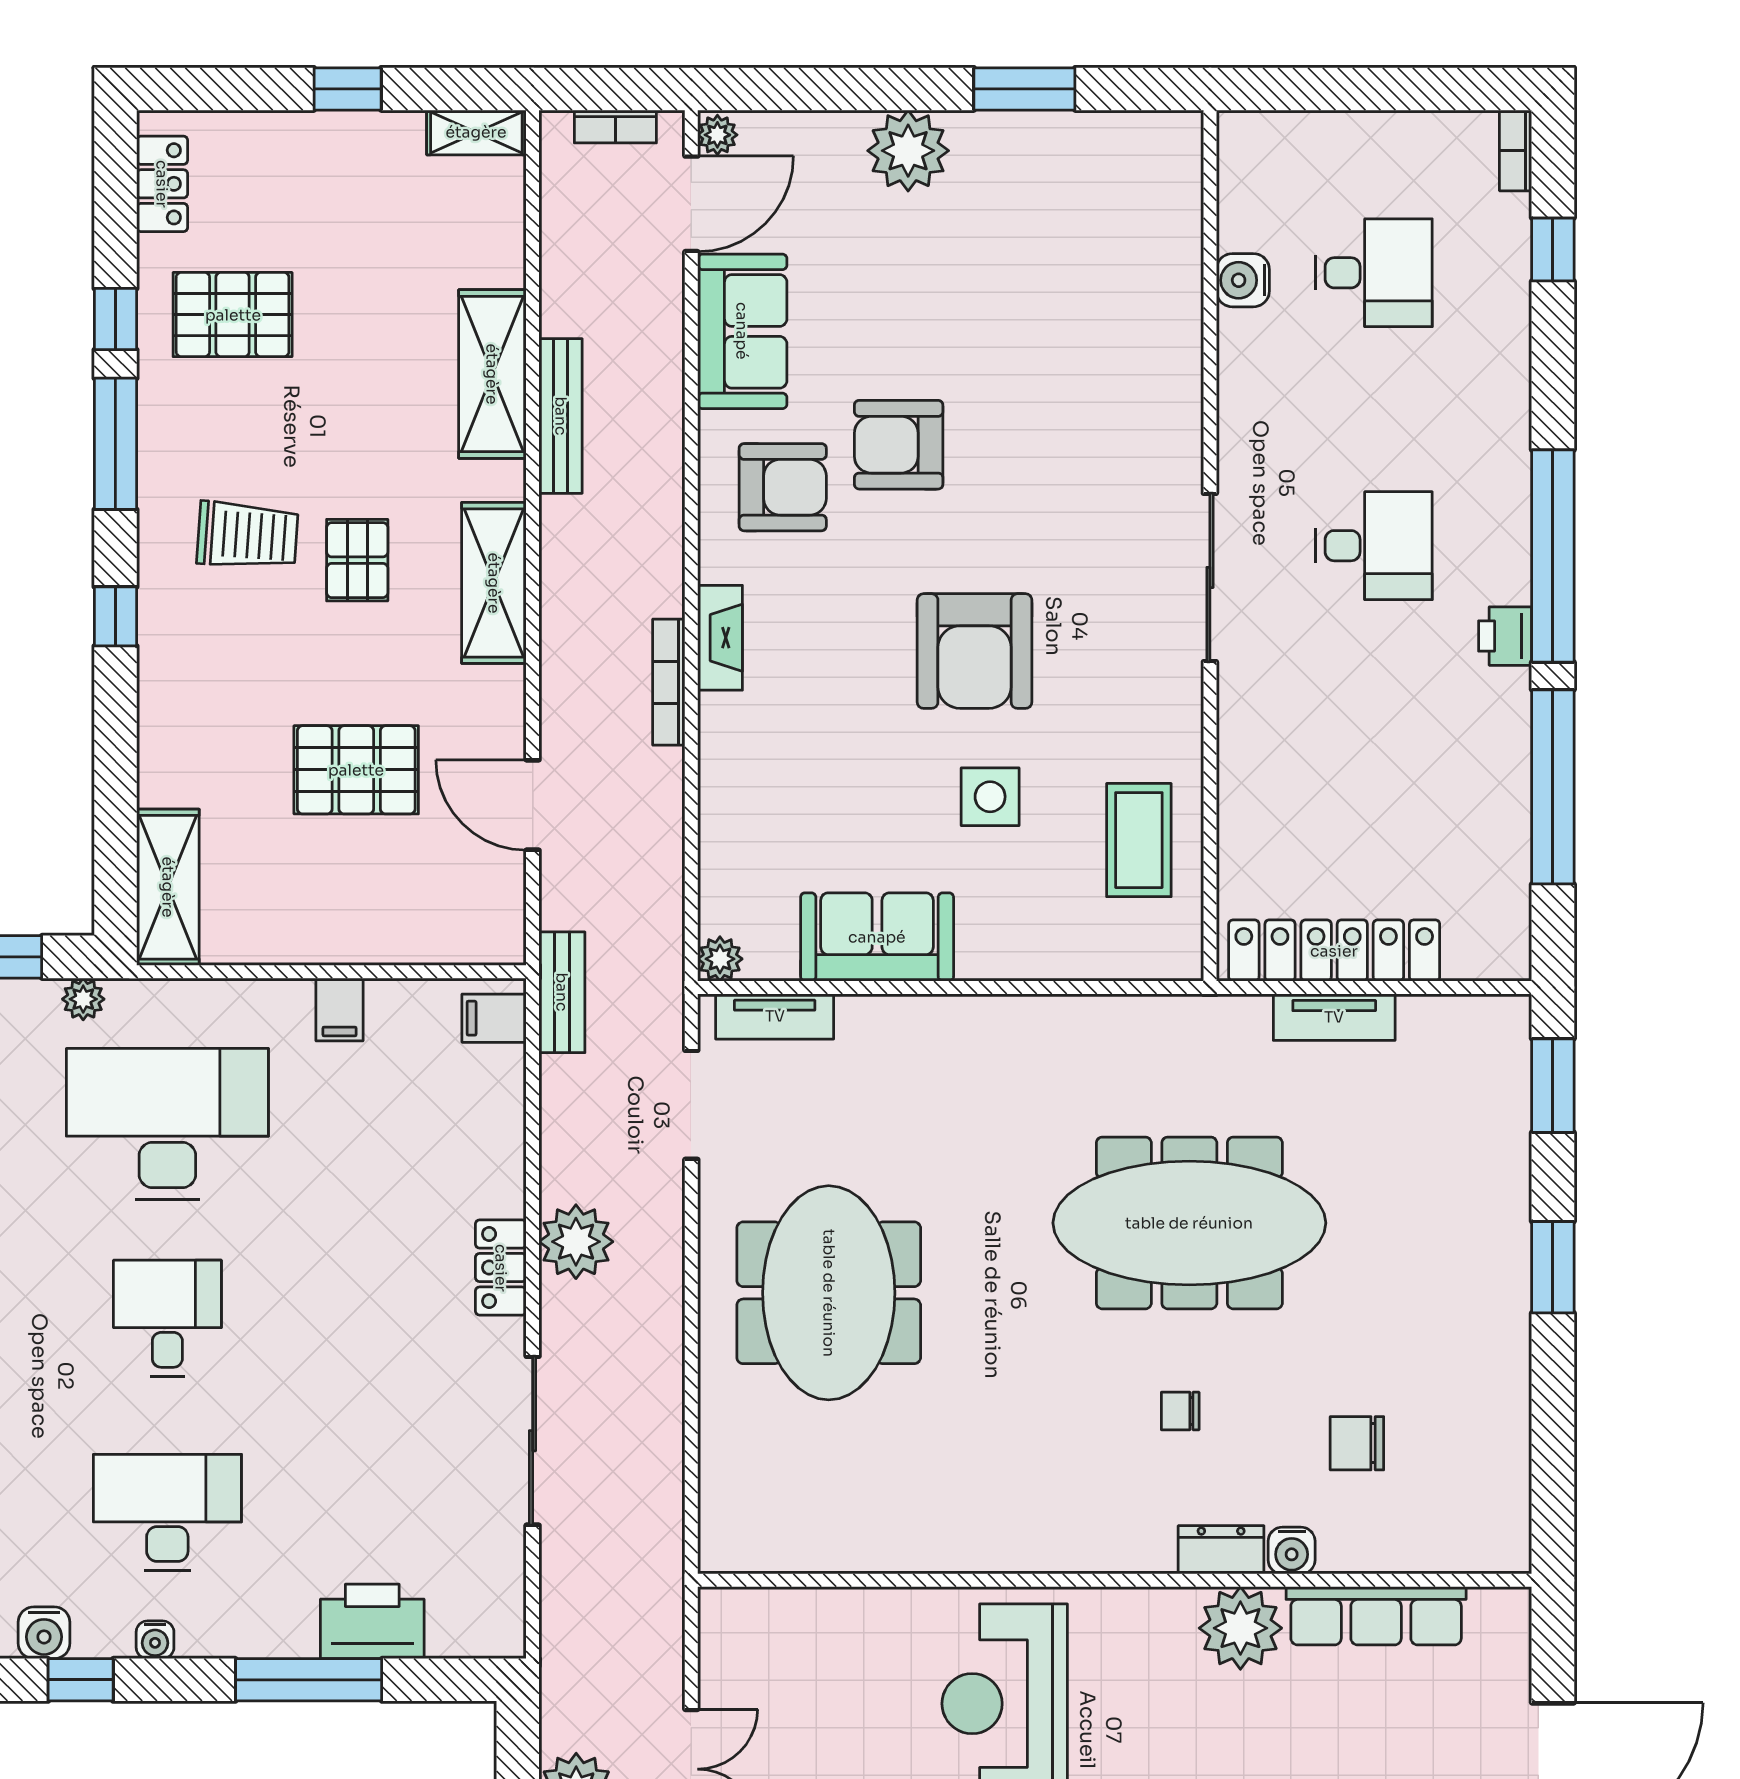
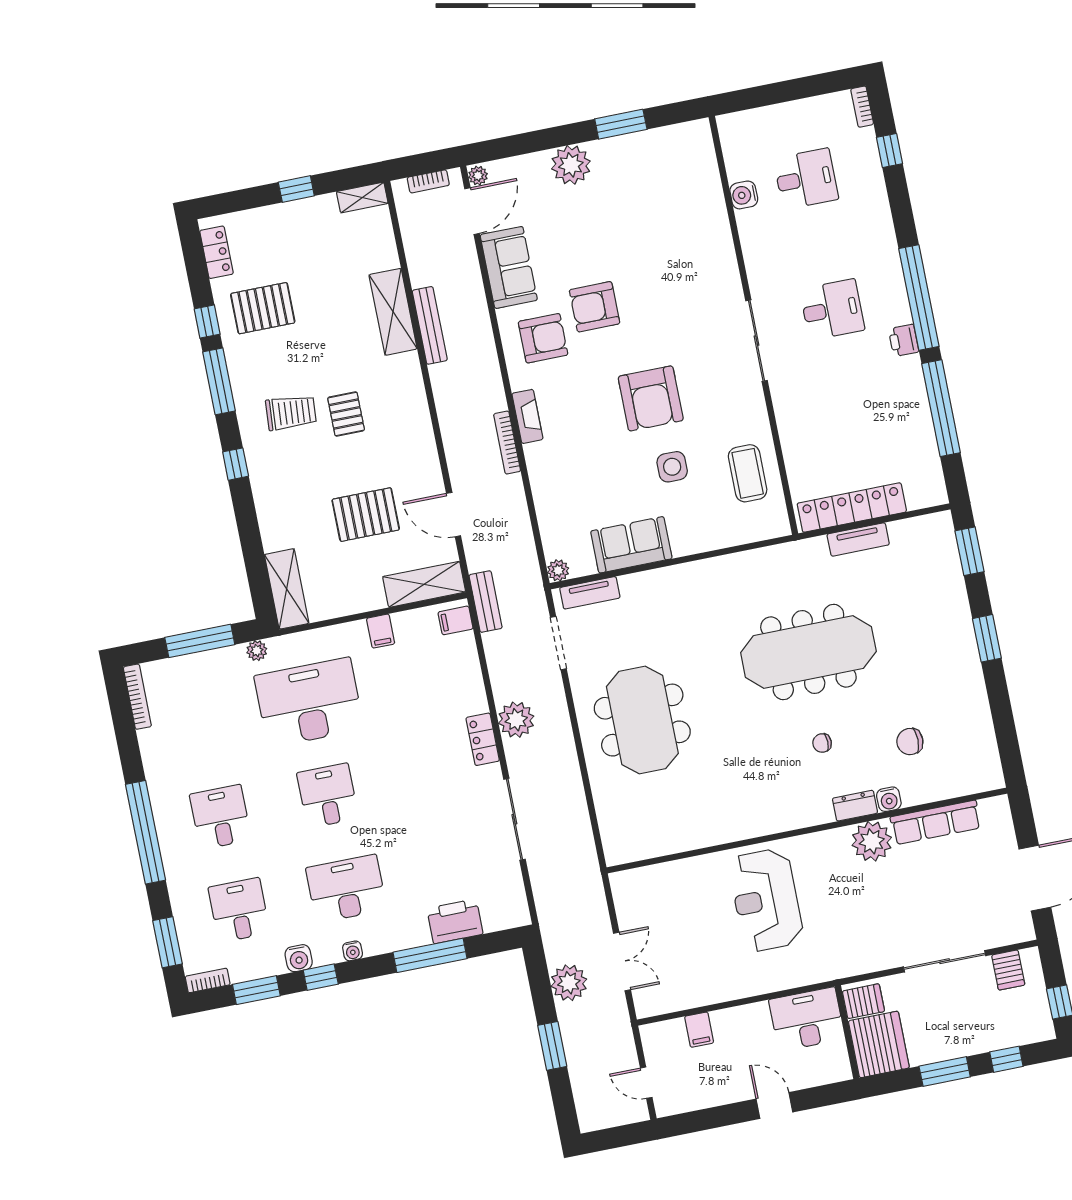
shelving: (494, 583) -> (424, 584), moved, turned 90

